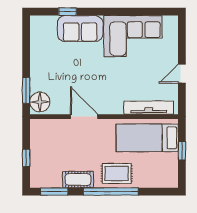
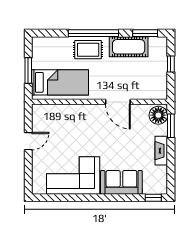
window: (68, 12) -> (153, 198), moved
fireplace: (37, 63) -> (161, 151), added
tv unit: (149, 108) -> (59, 110), removed
window: (182, 151) -> (28, 71), width x1.50
cot: (78, 179) -> (129, 47), width x1.37, depth x1.34

